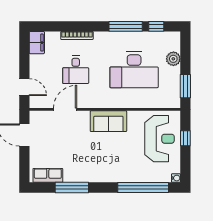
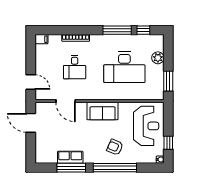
filing cabinet: (37, 43) -> (41, 39), width x0.50
door: (65, 109) -> (66, 101), swing flipped
window: (185, 138) -> (168, 143), moved
armchair: (123, 164) -> (115, 147), added
row of seats: (48, 175) -> (70, 157), moved
window: (143, 187) -> (115, 168), moved

